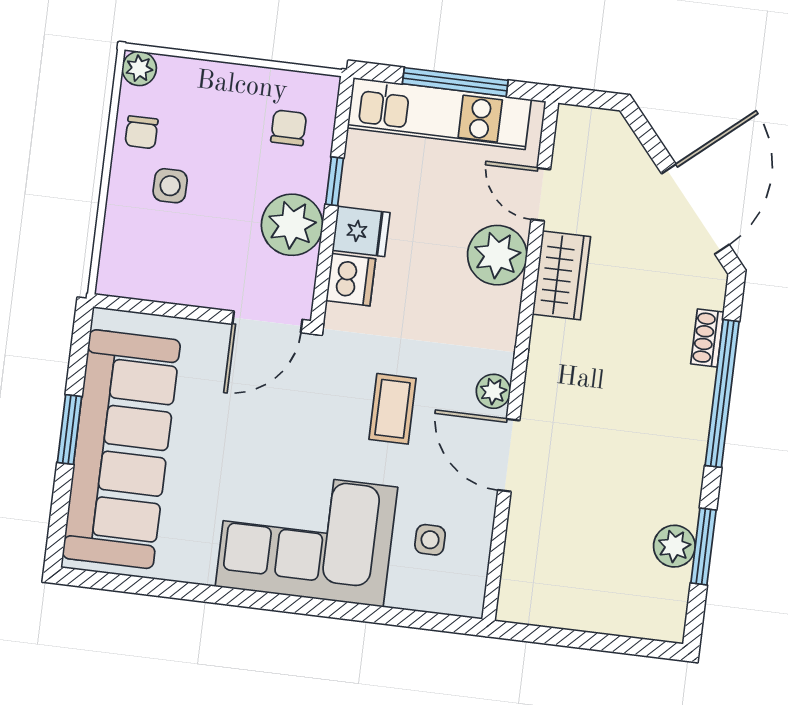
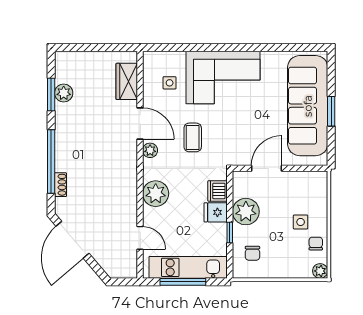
plant: (497, 255) -> (156, 194), moved
wardrobe: (561, 275) -> (127, 81), moved
door: (267, 322) -> (266, 168), moved

